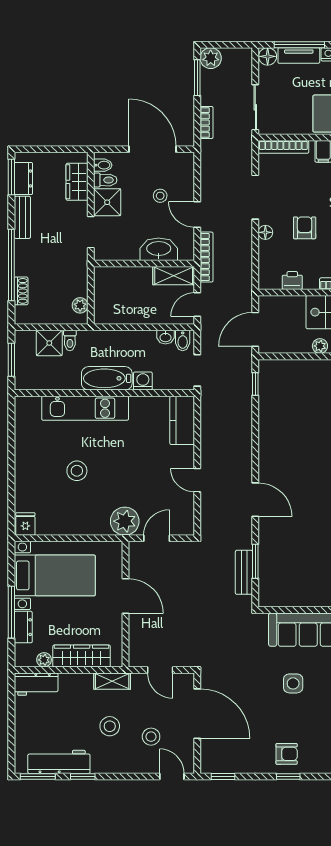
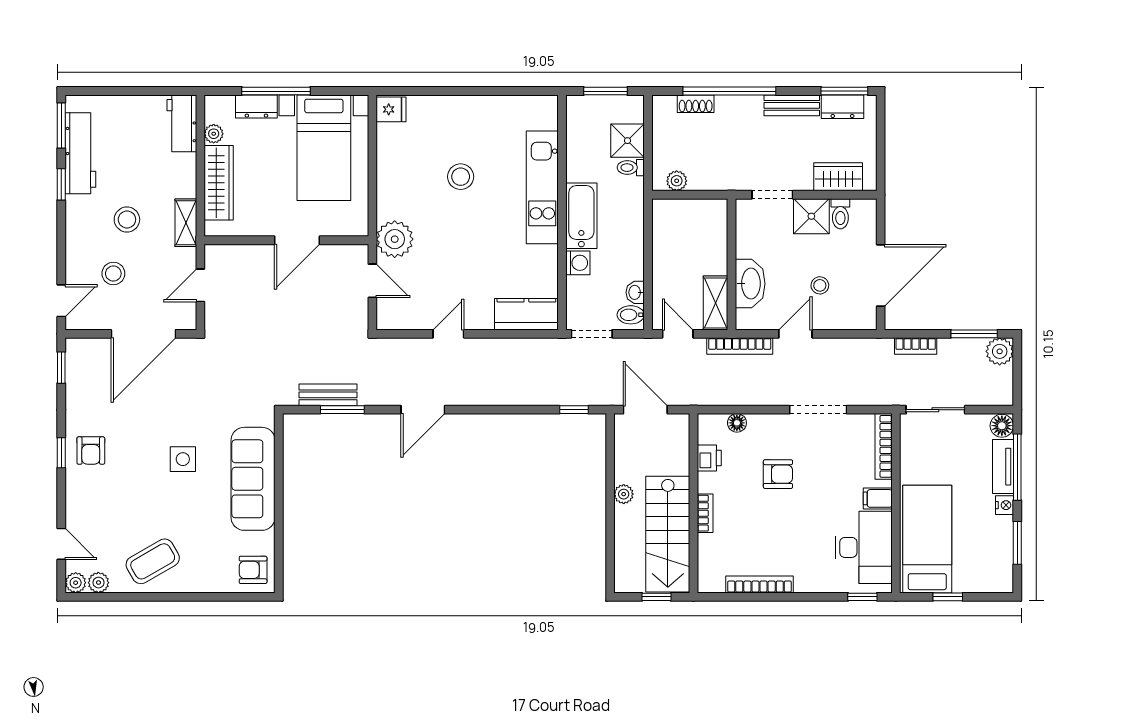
bidet: (103, 165) -> (860, 210), removed
floor lamp: (265, 232) -> (737, 423), moved

